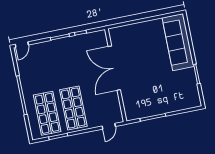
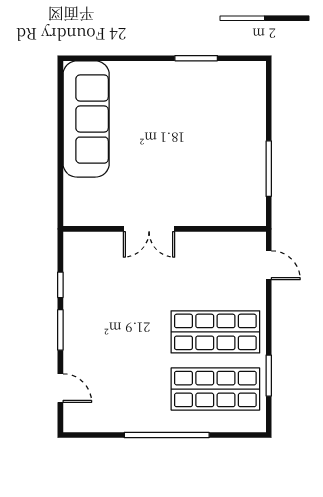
sofa: (178, 42) -> (86, 119), moved, turned -90
door: (22, 45) -> (60, 388), moved
double door: (114, 68) -> (149, 229), width x0.54

